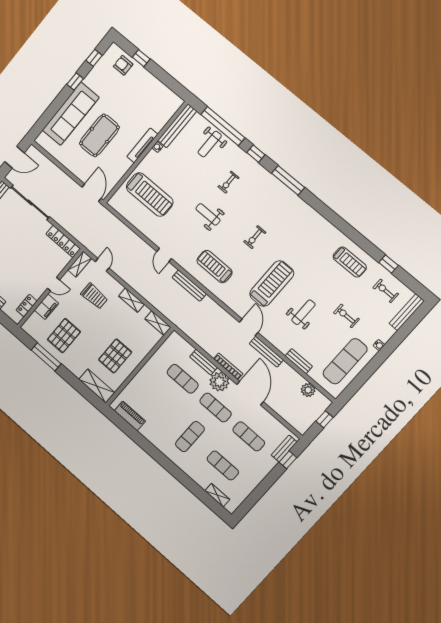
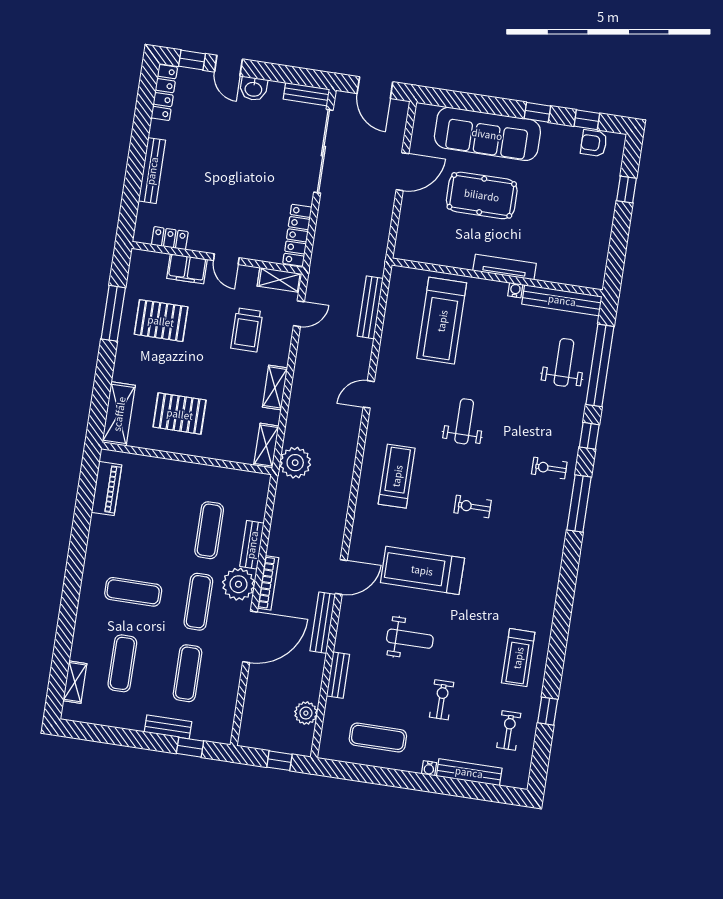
armchair: (123, 65) -> (594, 143), moved, turned -90
weight bench: (210, 144) -> (564, 362), turned 90
exercise bike: (229, 182) -> (549, 468), moved
door: (92, 193) -> (402, 172), moved
treadmill: (272, 284) -> (422, 570), turned 180
bench: (189, 286) -> (370, 307), moved
bench: (407, 312) -> (469, 772), moved
plant: (175, 314) -> (295, 463), added
exercise mat: (345, 361) -> (378, 737), width x0.73, depth x0.69
bench: (284, 448) -> (168, 727), moved

